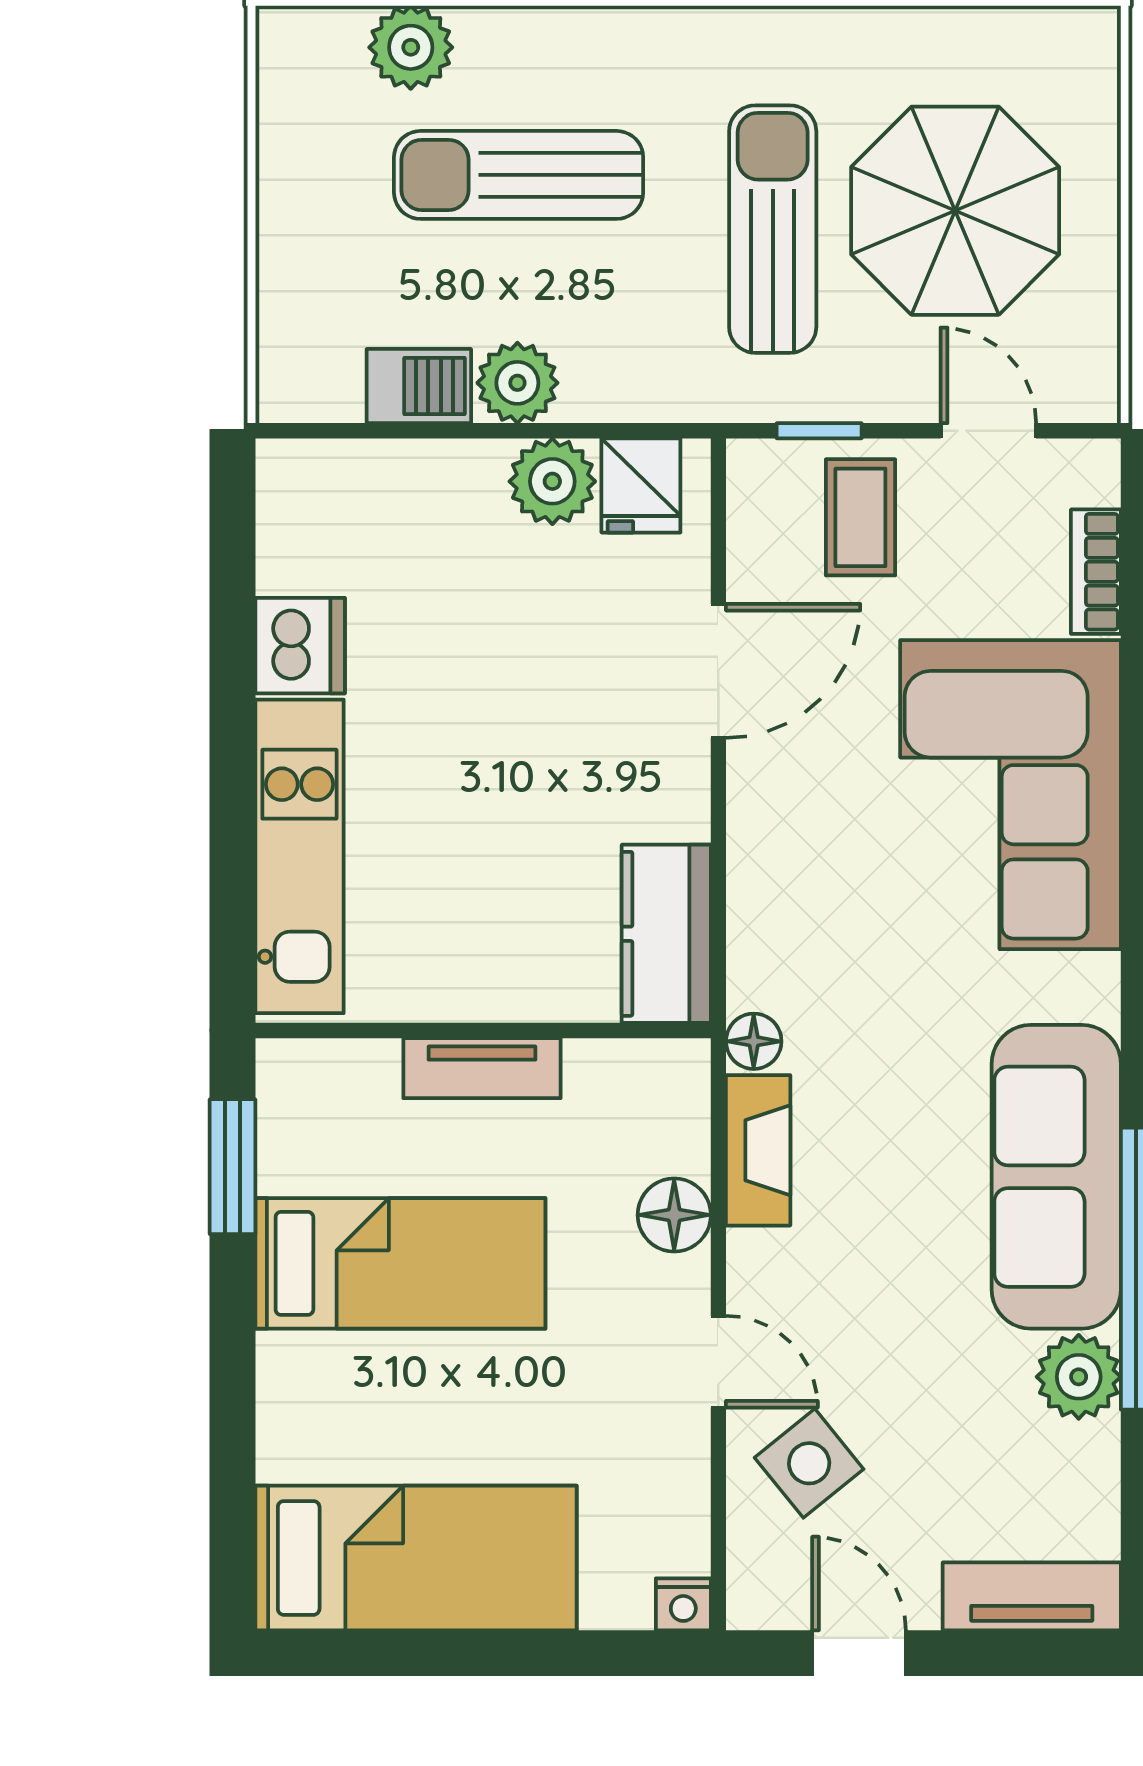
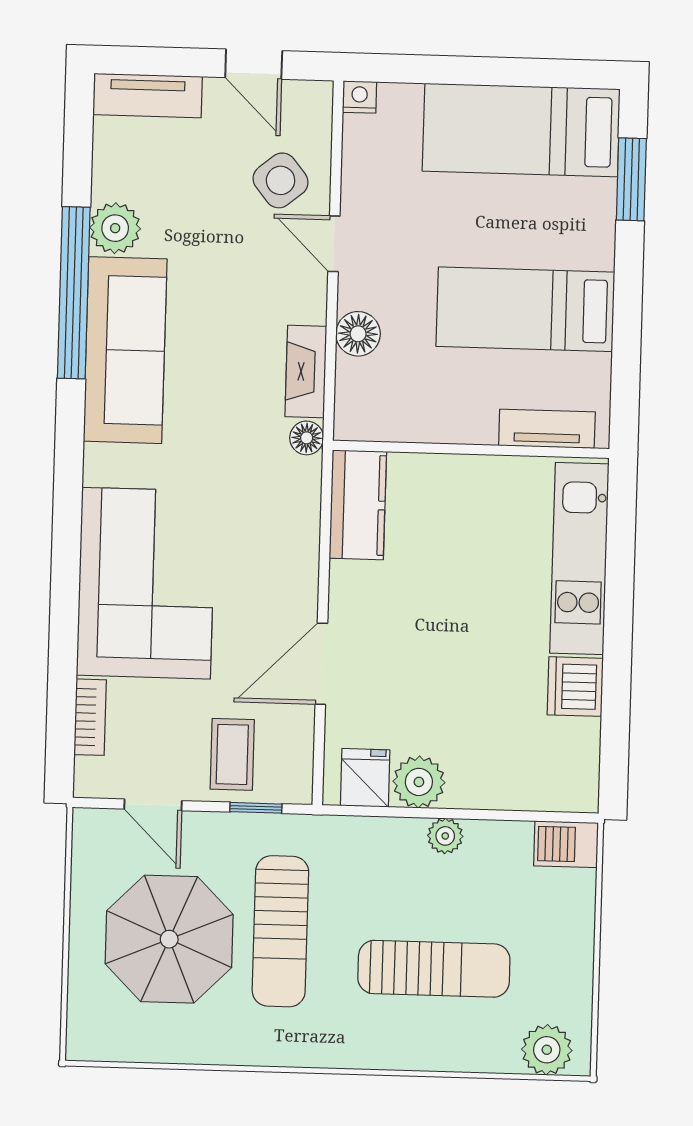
plant: (411, 47) -> (547, 1050), moved
plant: (517, 383) -> (445, 836), width x0.73, depth x0.73
barbecue: (419, 386) -> (566, 844), moved
tv unit: (482, 1068) -> (547, 429), moved
window: (232, 1167) -> (631, 179), moved

